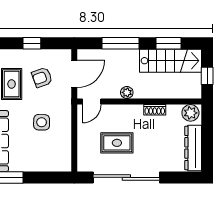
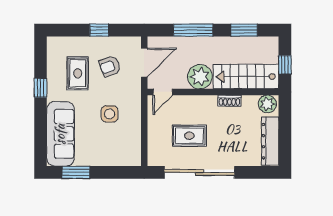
stairs: (170, 61) -> (246, 77), moved, turned 180
plant: (127, 92) -> (200, 77), width x1.87, depth x1.87

